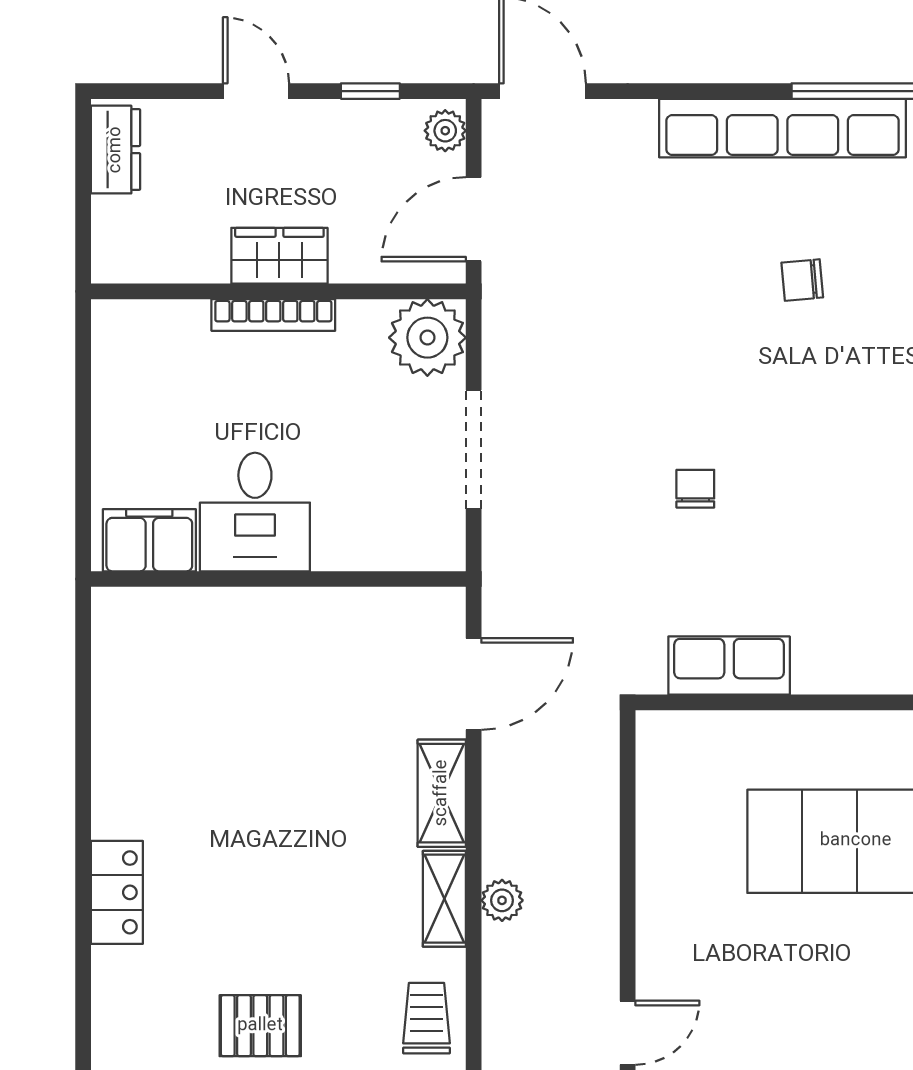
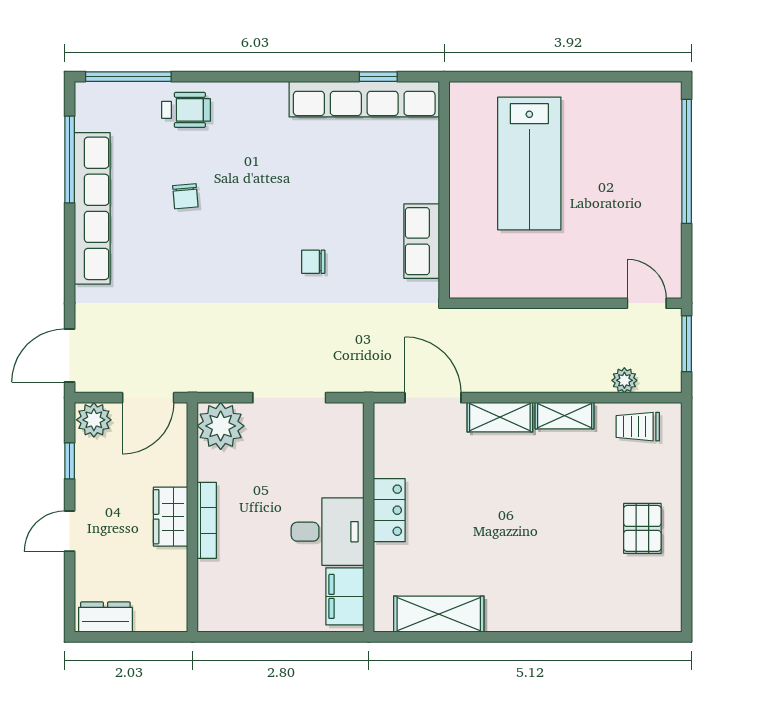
plant: (445, 131) -> (94, 420), width x1.38, depth x1.38
door: (474, 219) -> (148, 398), hinge flipped
shelving: (120, 693) -> (439, 614), added
locker: (117, 892) -> (389, 510), moved, turned 90
plant: (502, 900) -> (624, 380), moved

